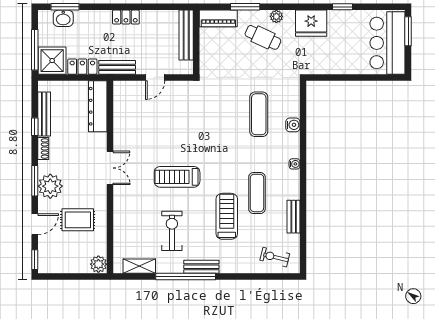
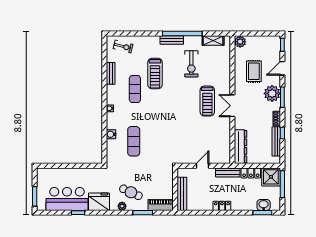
bar counter: (387, 43) -> (67, 199), moved, turned -90
treadmill: (177, 177) -> (207, 101), moved, turned 90
rug: (78, 220) -> (254, 71), turned 90

